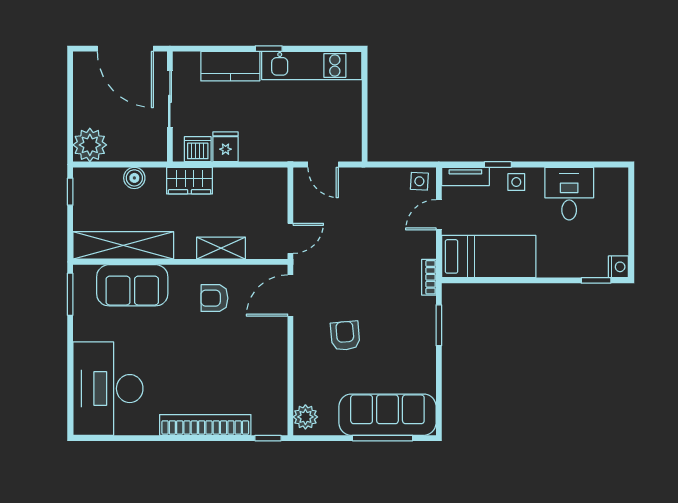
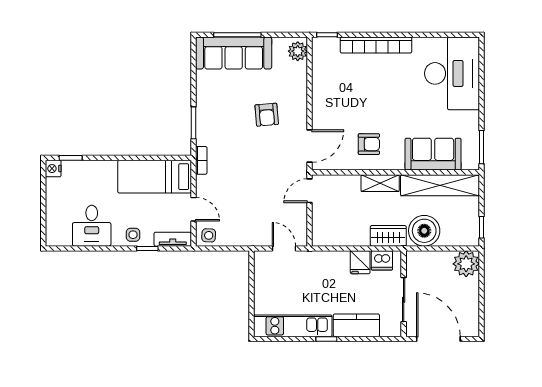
boiler: (134, 178) -> (424, 231), width x1.86, depth x1.86
door: (439, 215) -> (194, 209), hinge flipped
shelving: (221, 248) -> (380, 183), moved

